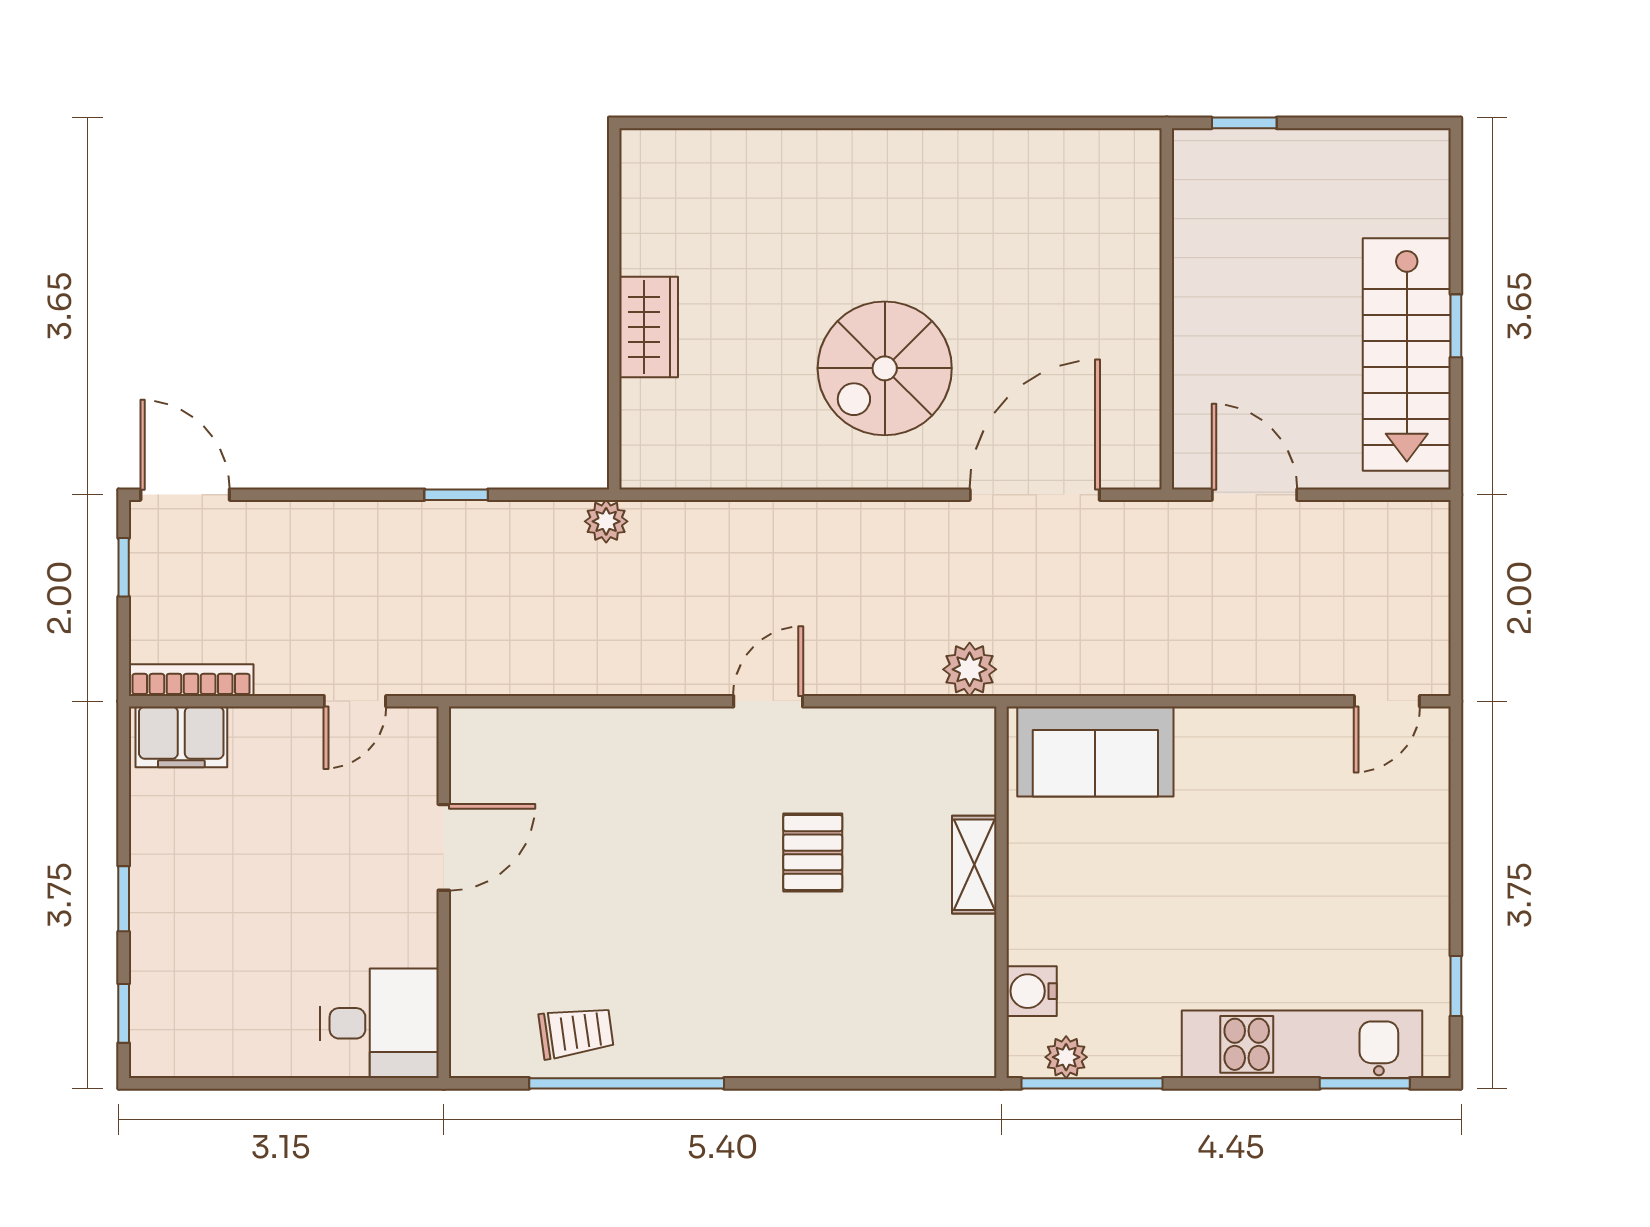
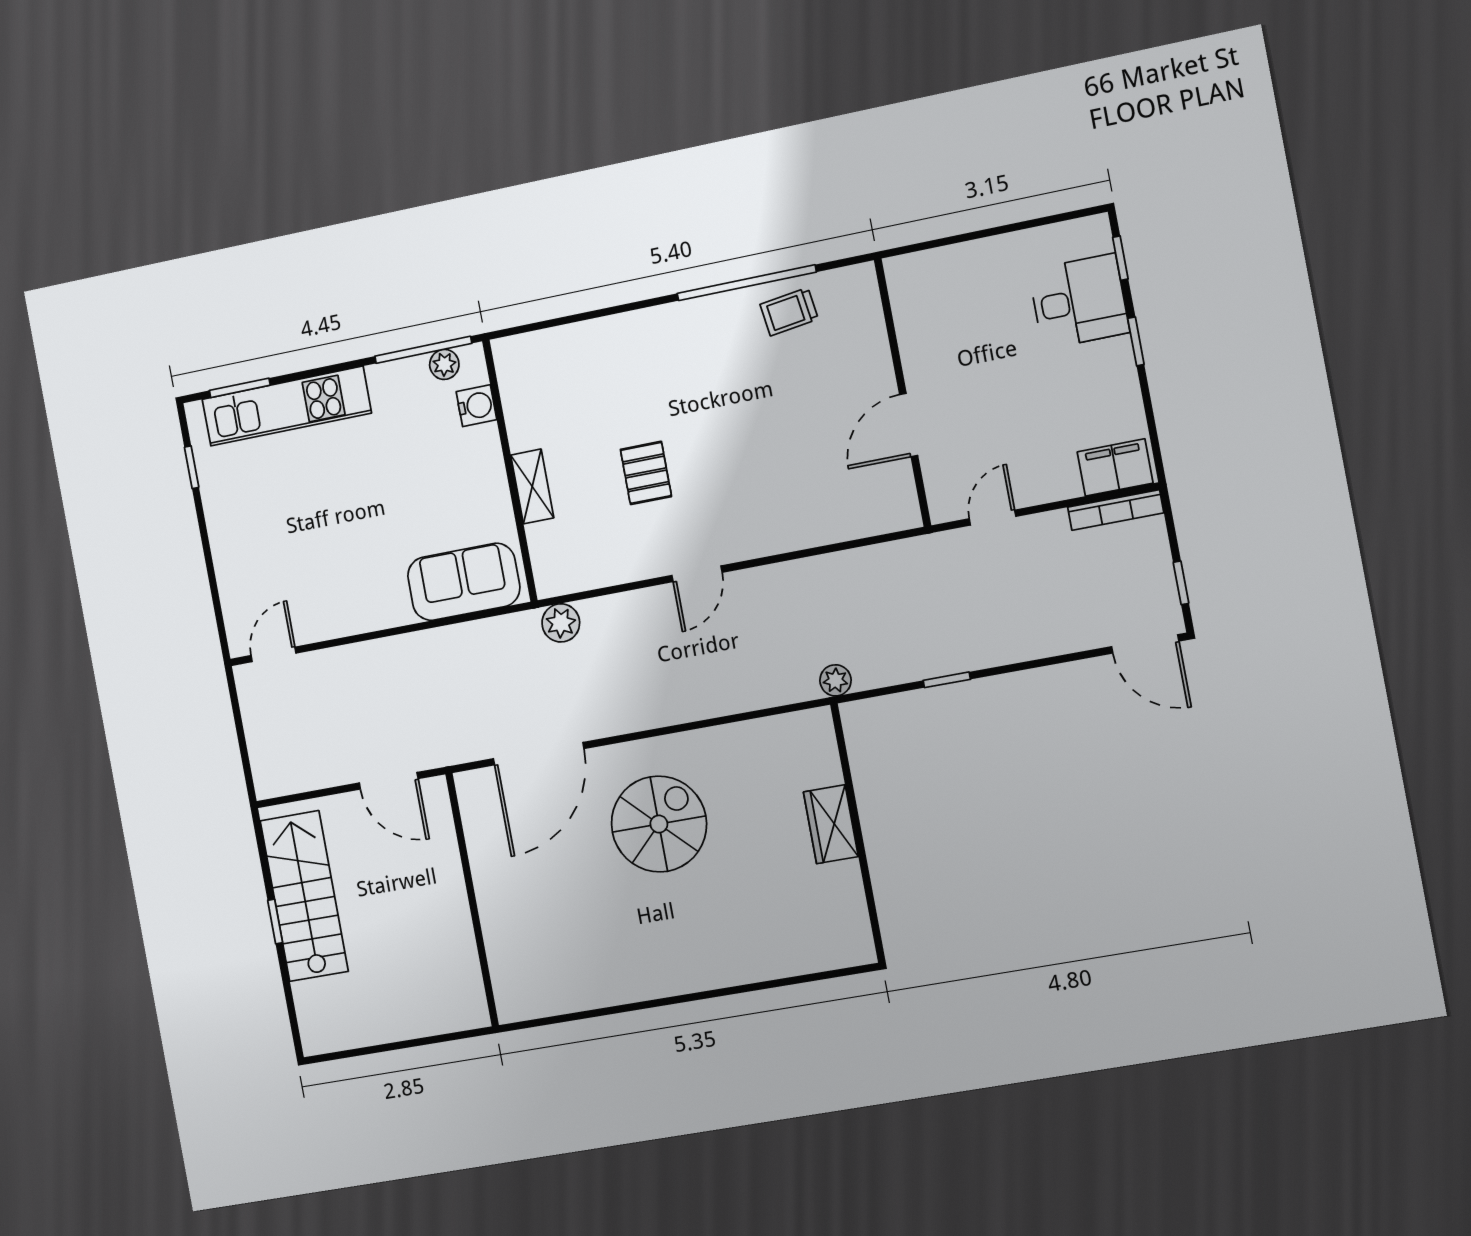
window: (1244, 123) -> (443, 1038), removed
desk: (379, 1023) -> (1079, 301), moved, turned 180

